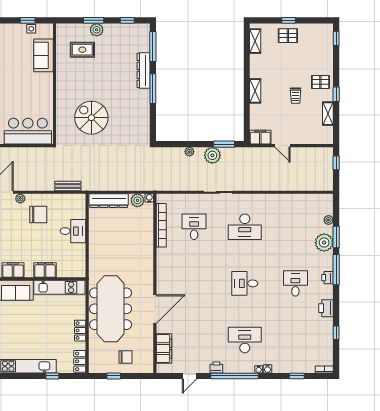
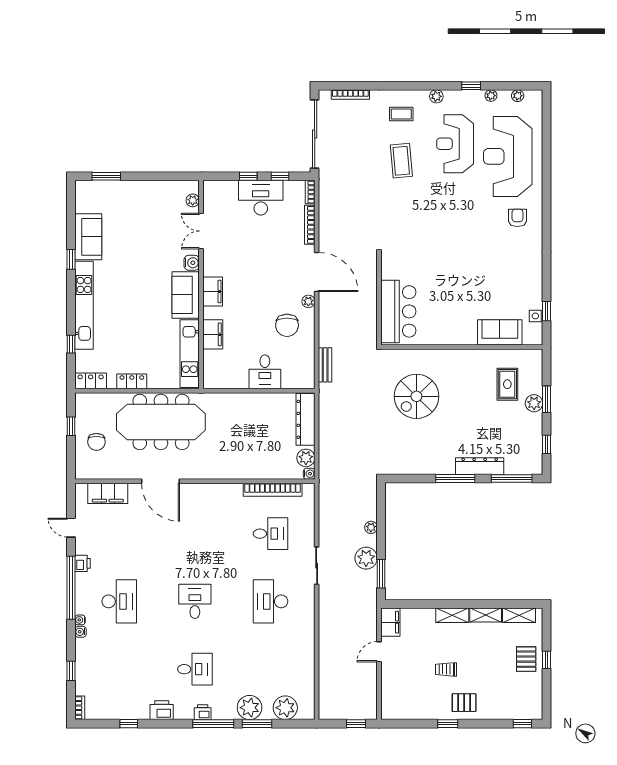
pallet: (320, 82) -> (464, 703), turned 90
shelving: (328, 114) -> (486, 615), moved
spiral stairs: (91, 118) -> (416, 396), turned 180
plant: (328, 220) -> (285, 708), width x1.88, depth x1.88

